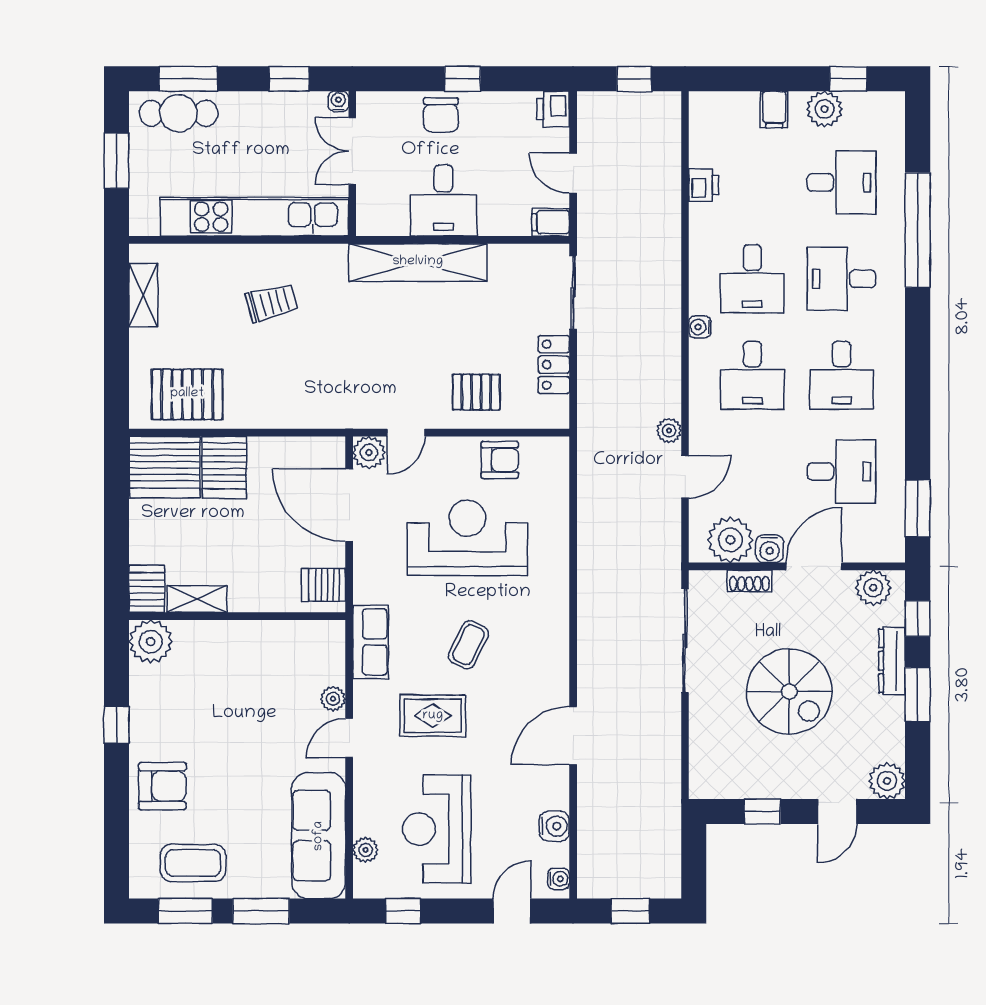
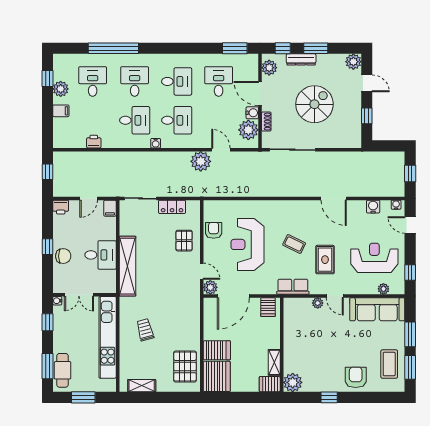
desk: (842, 279) -> (135, 81), turned 180
plant: (669, 431) -> (201, 161), width x1.88, depth x1.88
reception desk: (437, 829) -> (374, 258), turned 180

